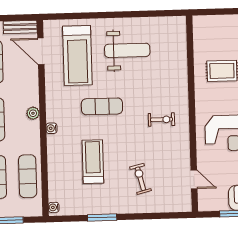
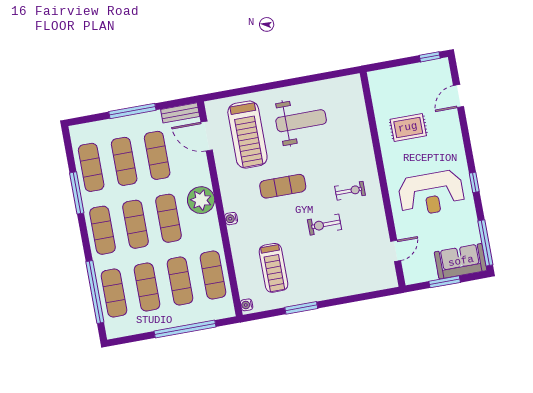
plant: (33, 113) -> (201, 200), width x1.87, depth x1.87
treadmill: (93, 162) -> (273, 268), moved, turned 180
exercise bike: (140, 179) -> (324, 225), moved, turned -76
door: (194, 179) -> (396, 251), hinge flipped

